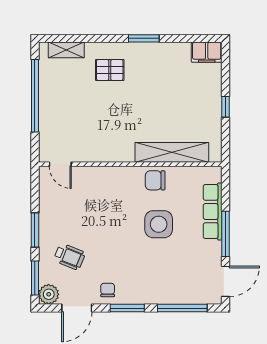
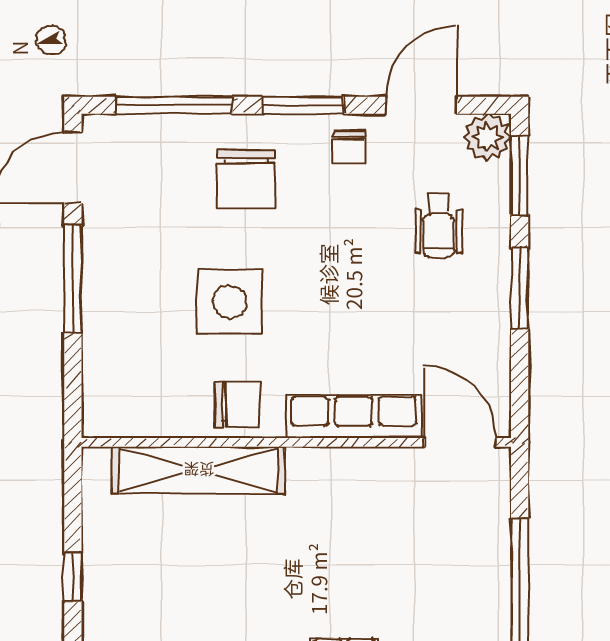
door: (60, 164) -> (460, 442), width x1.38
row of seats: (213, 212) -> (354, 416), moved, turned -90
wheelchair: (69, 257) -> (439, 226), turned -112
chair: (152, 277) -> (246, 179), added

